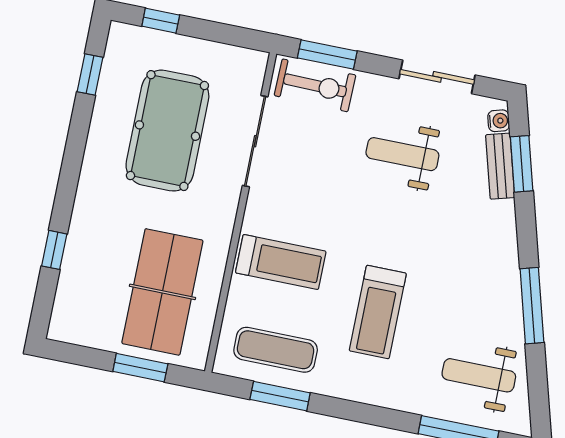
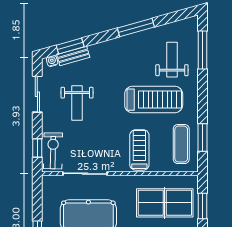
window: (327, 55) -> (37, 148), width x0.67
treadmill: (378, 312) -> (154, 100), width x1.37, depth x1.38
weight bench: (479, 375) -> (172, 60), moved, turned 180

